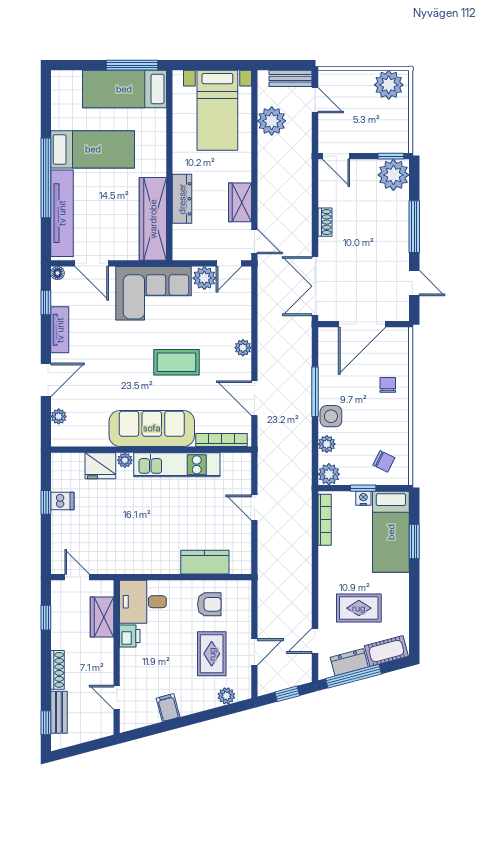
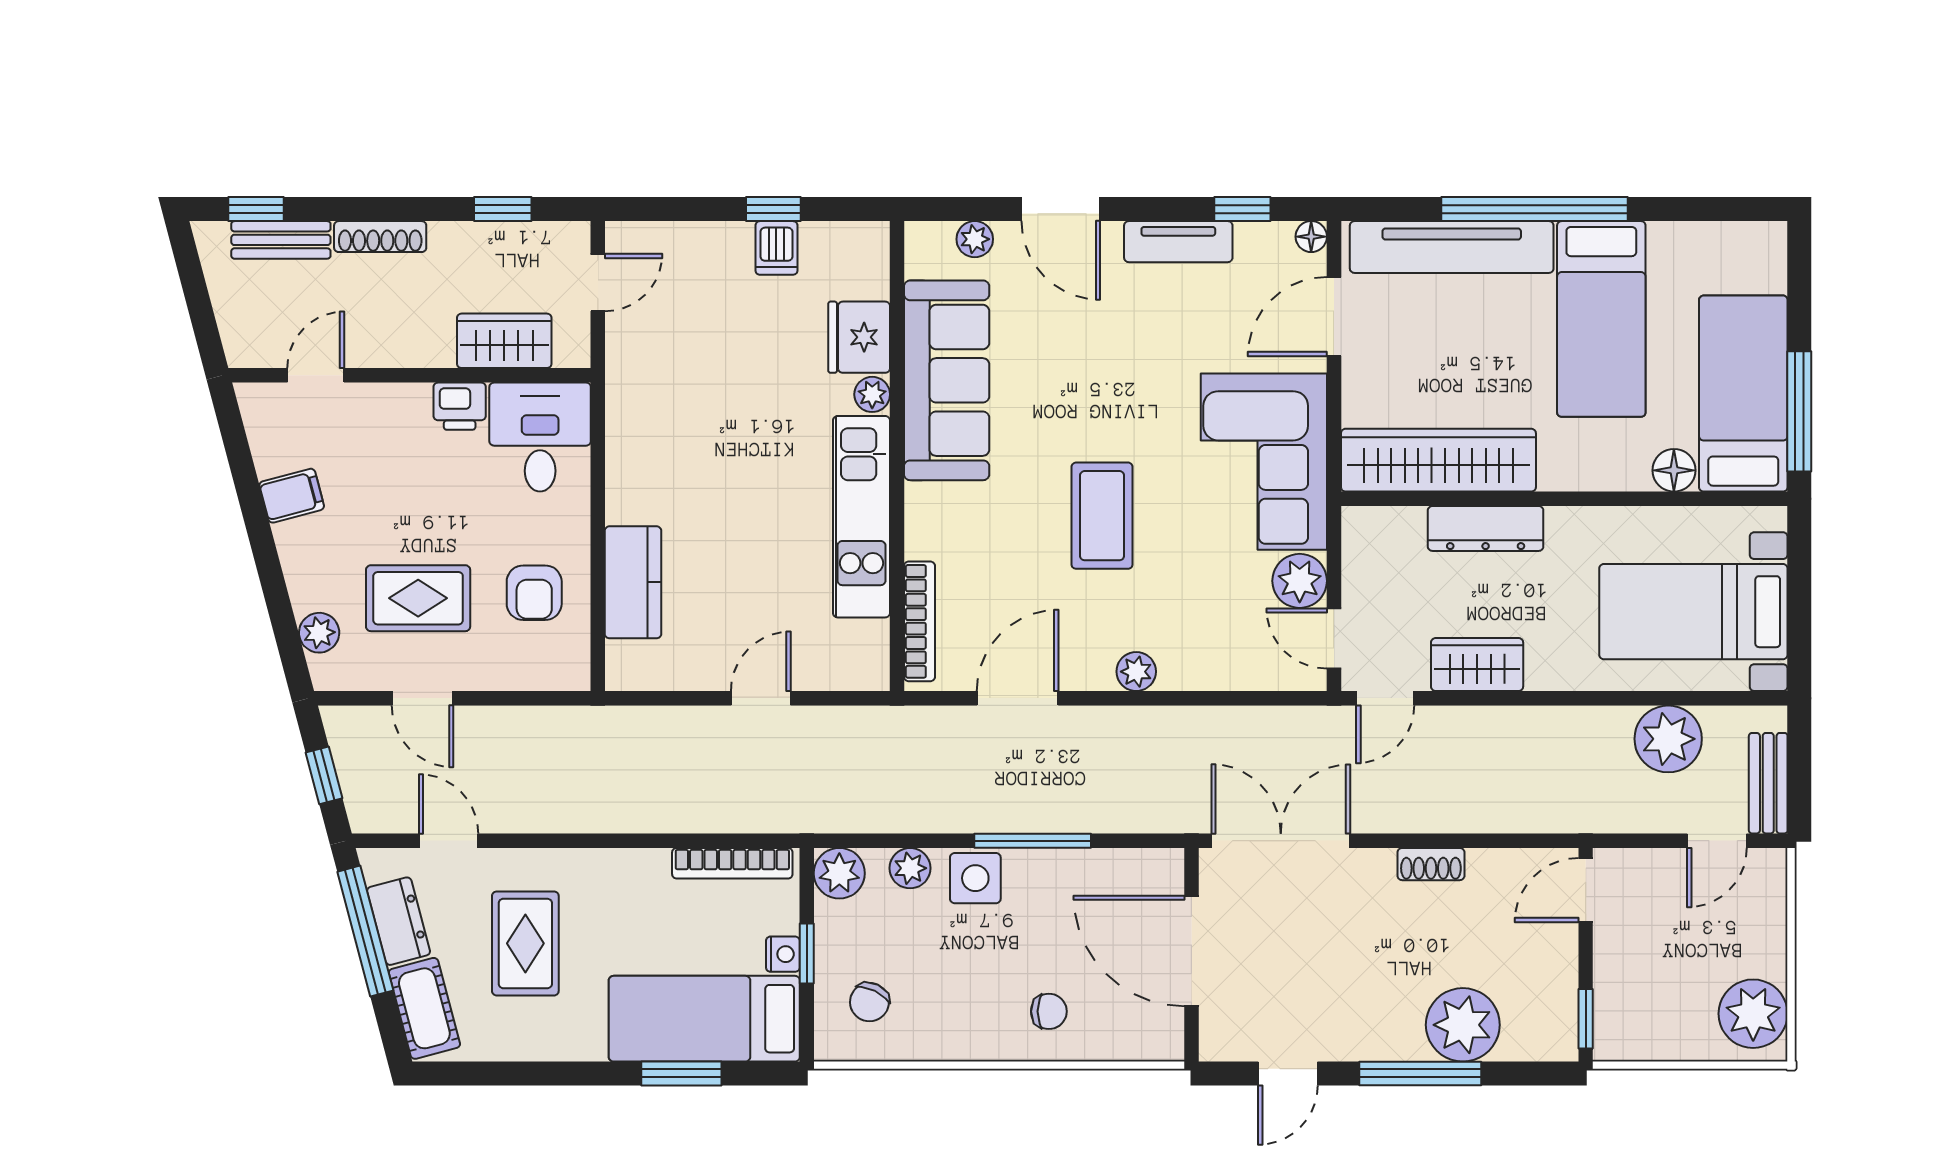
floor lamp: (157, 119) -> (1674, 470), added
plant: (393, 175) -> (1463, 1025), moved
sofa: (152, 428) -> (947, 380), moved

